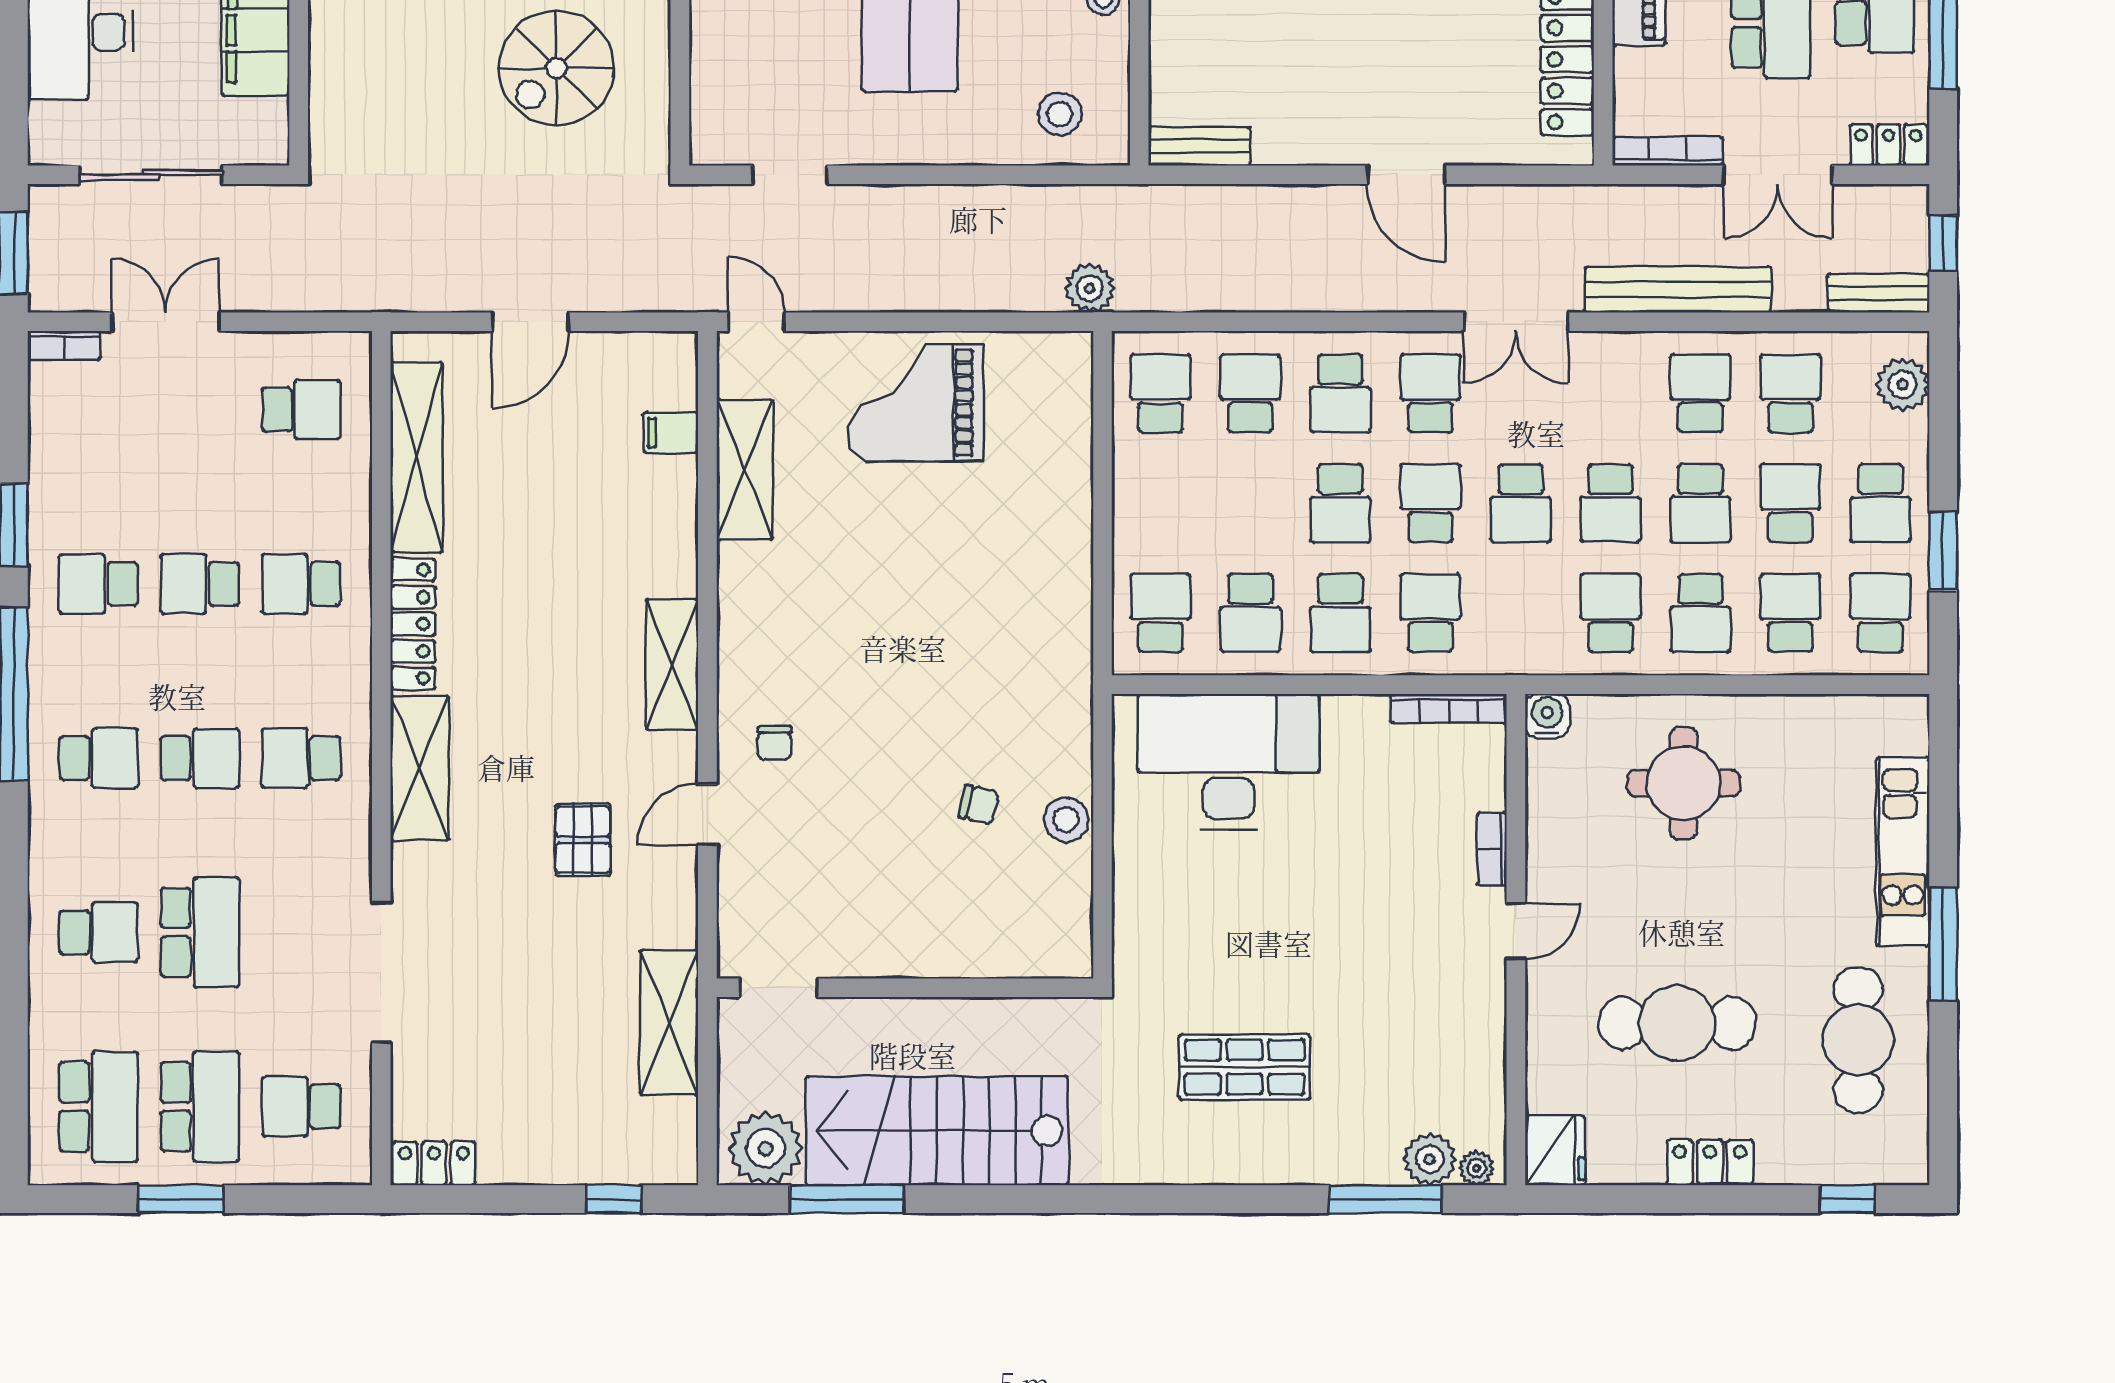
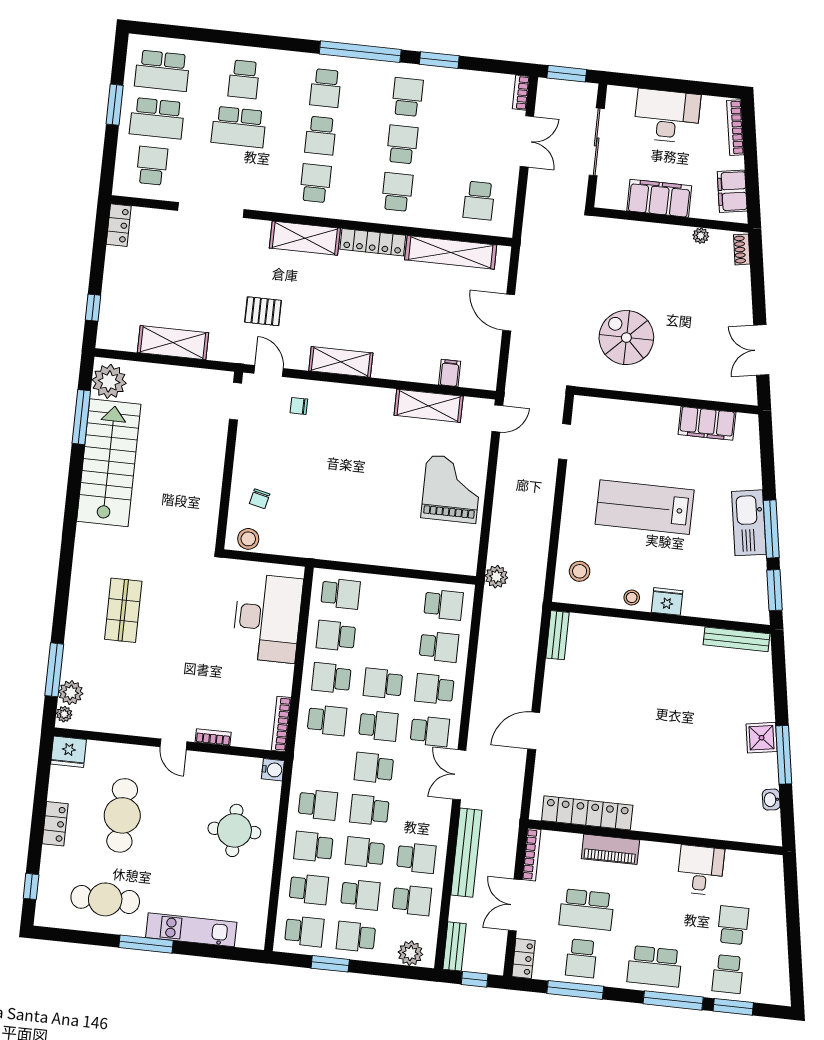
doorway: (779, 988) -> (235, 401), moved
wall: (905, 988) -> (229, 460), moved

